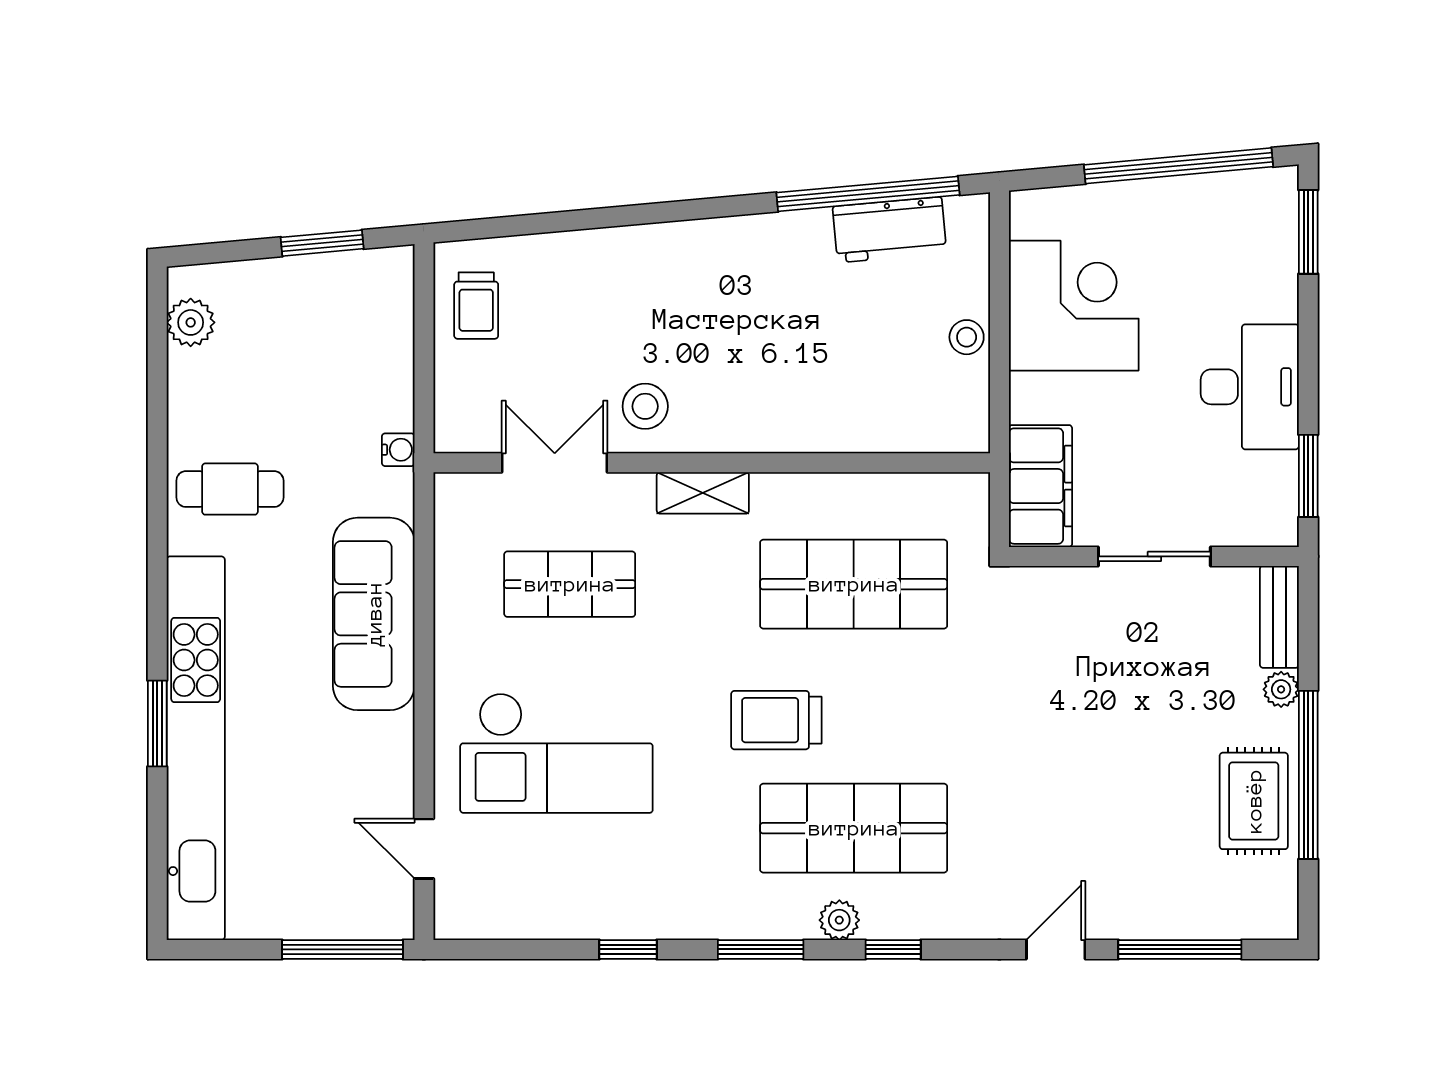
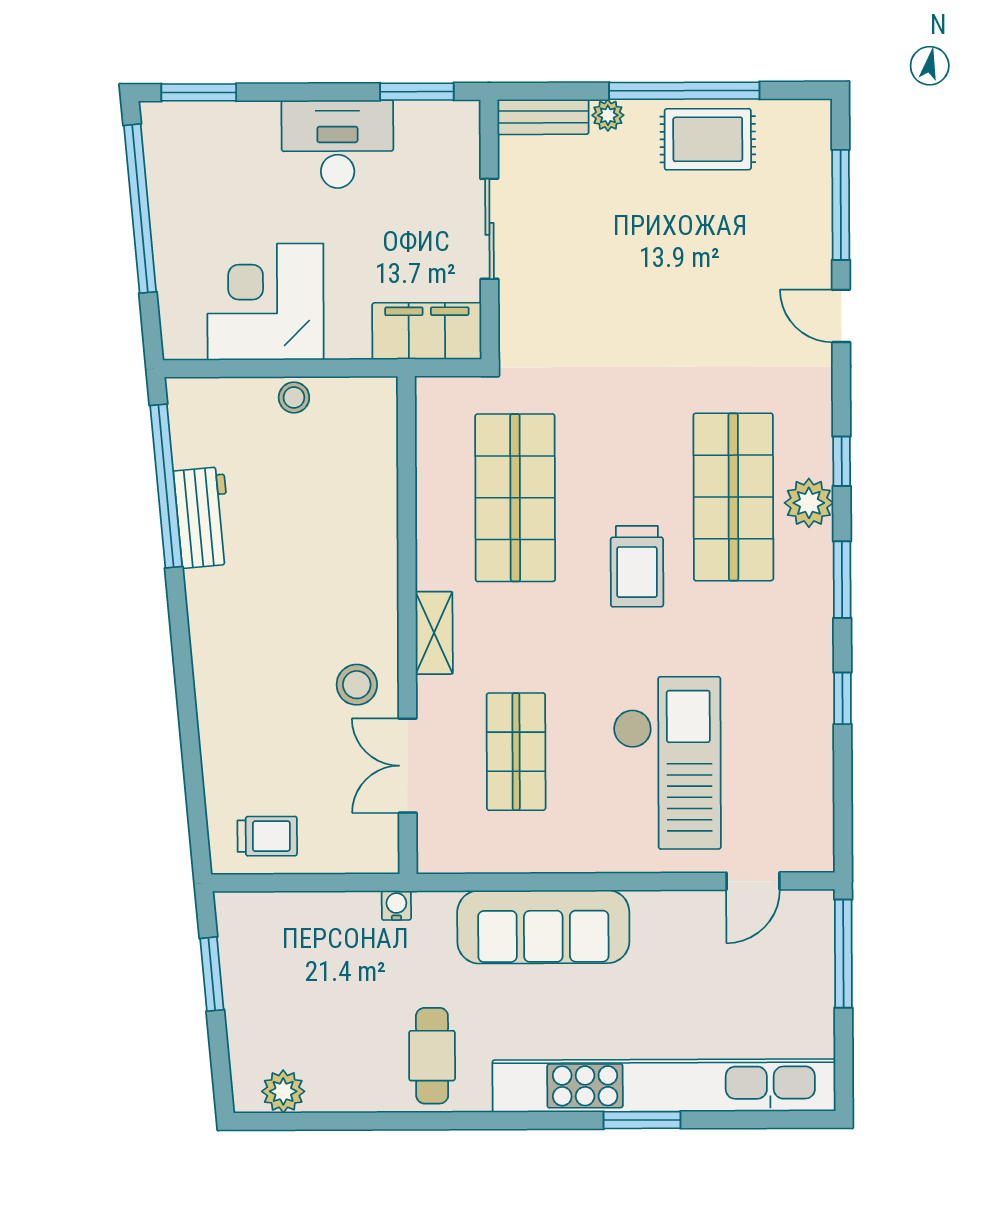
workbench: (890, 230) -> (203, 517), moved
plant: (839, 920) -> (809, 503), width x1.38, depth x1.38

